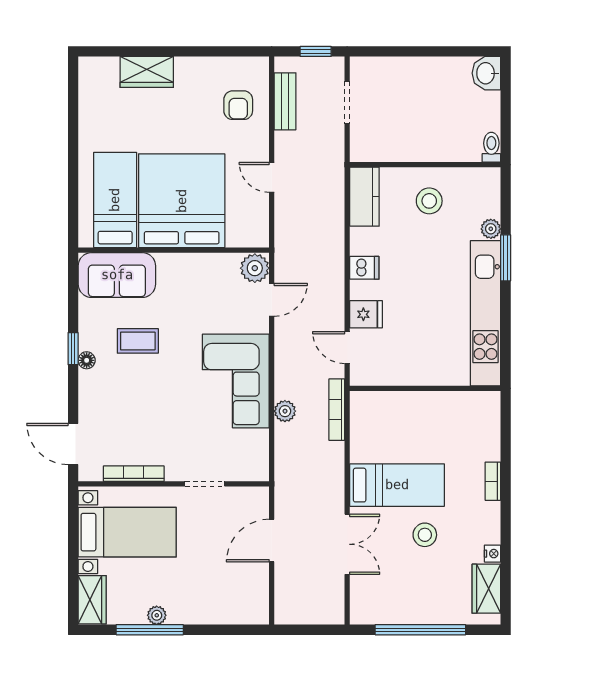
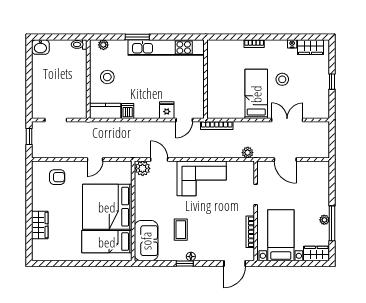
bench: (285, 101) -> (55, 153), removed
plant: (491, 229) -> (103, 45), moved
dishwasher: (364, 268) -> (128, 111), moved
plant: (285, 411) -> (248, 153), moved
window: (420, 630) -> (332, 82), width x0.32

